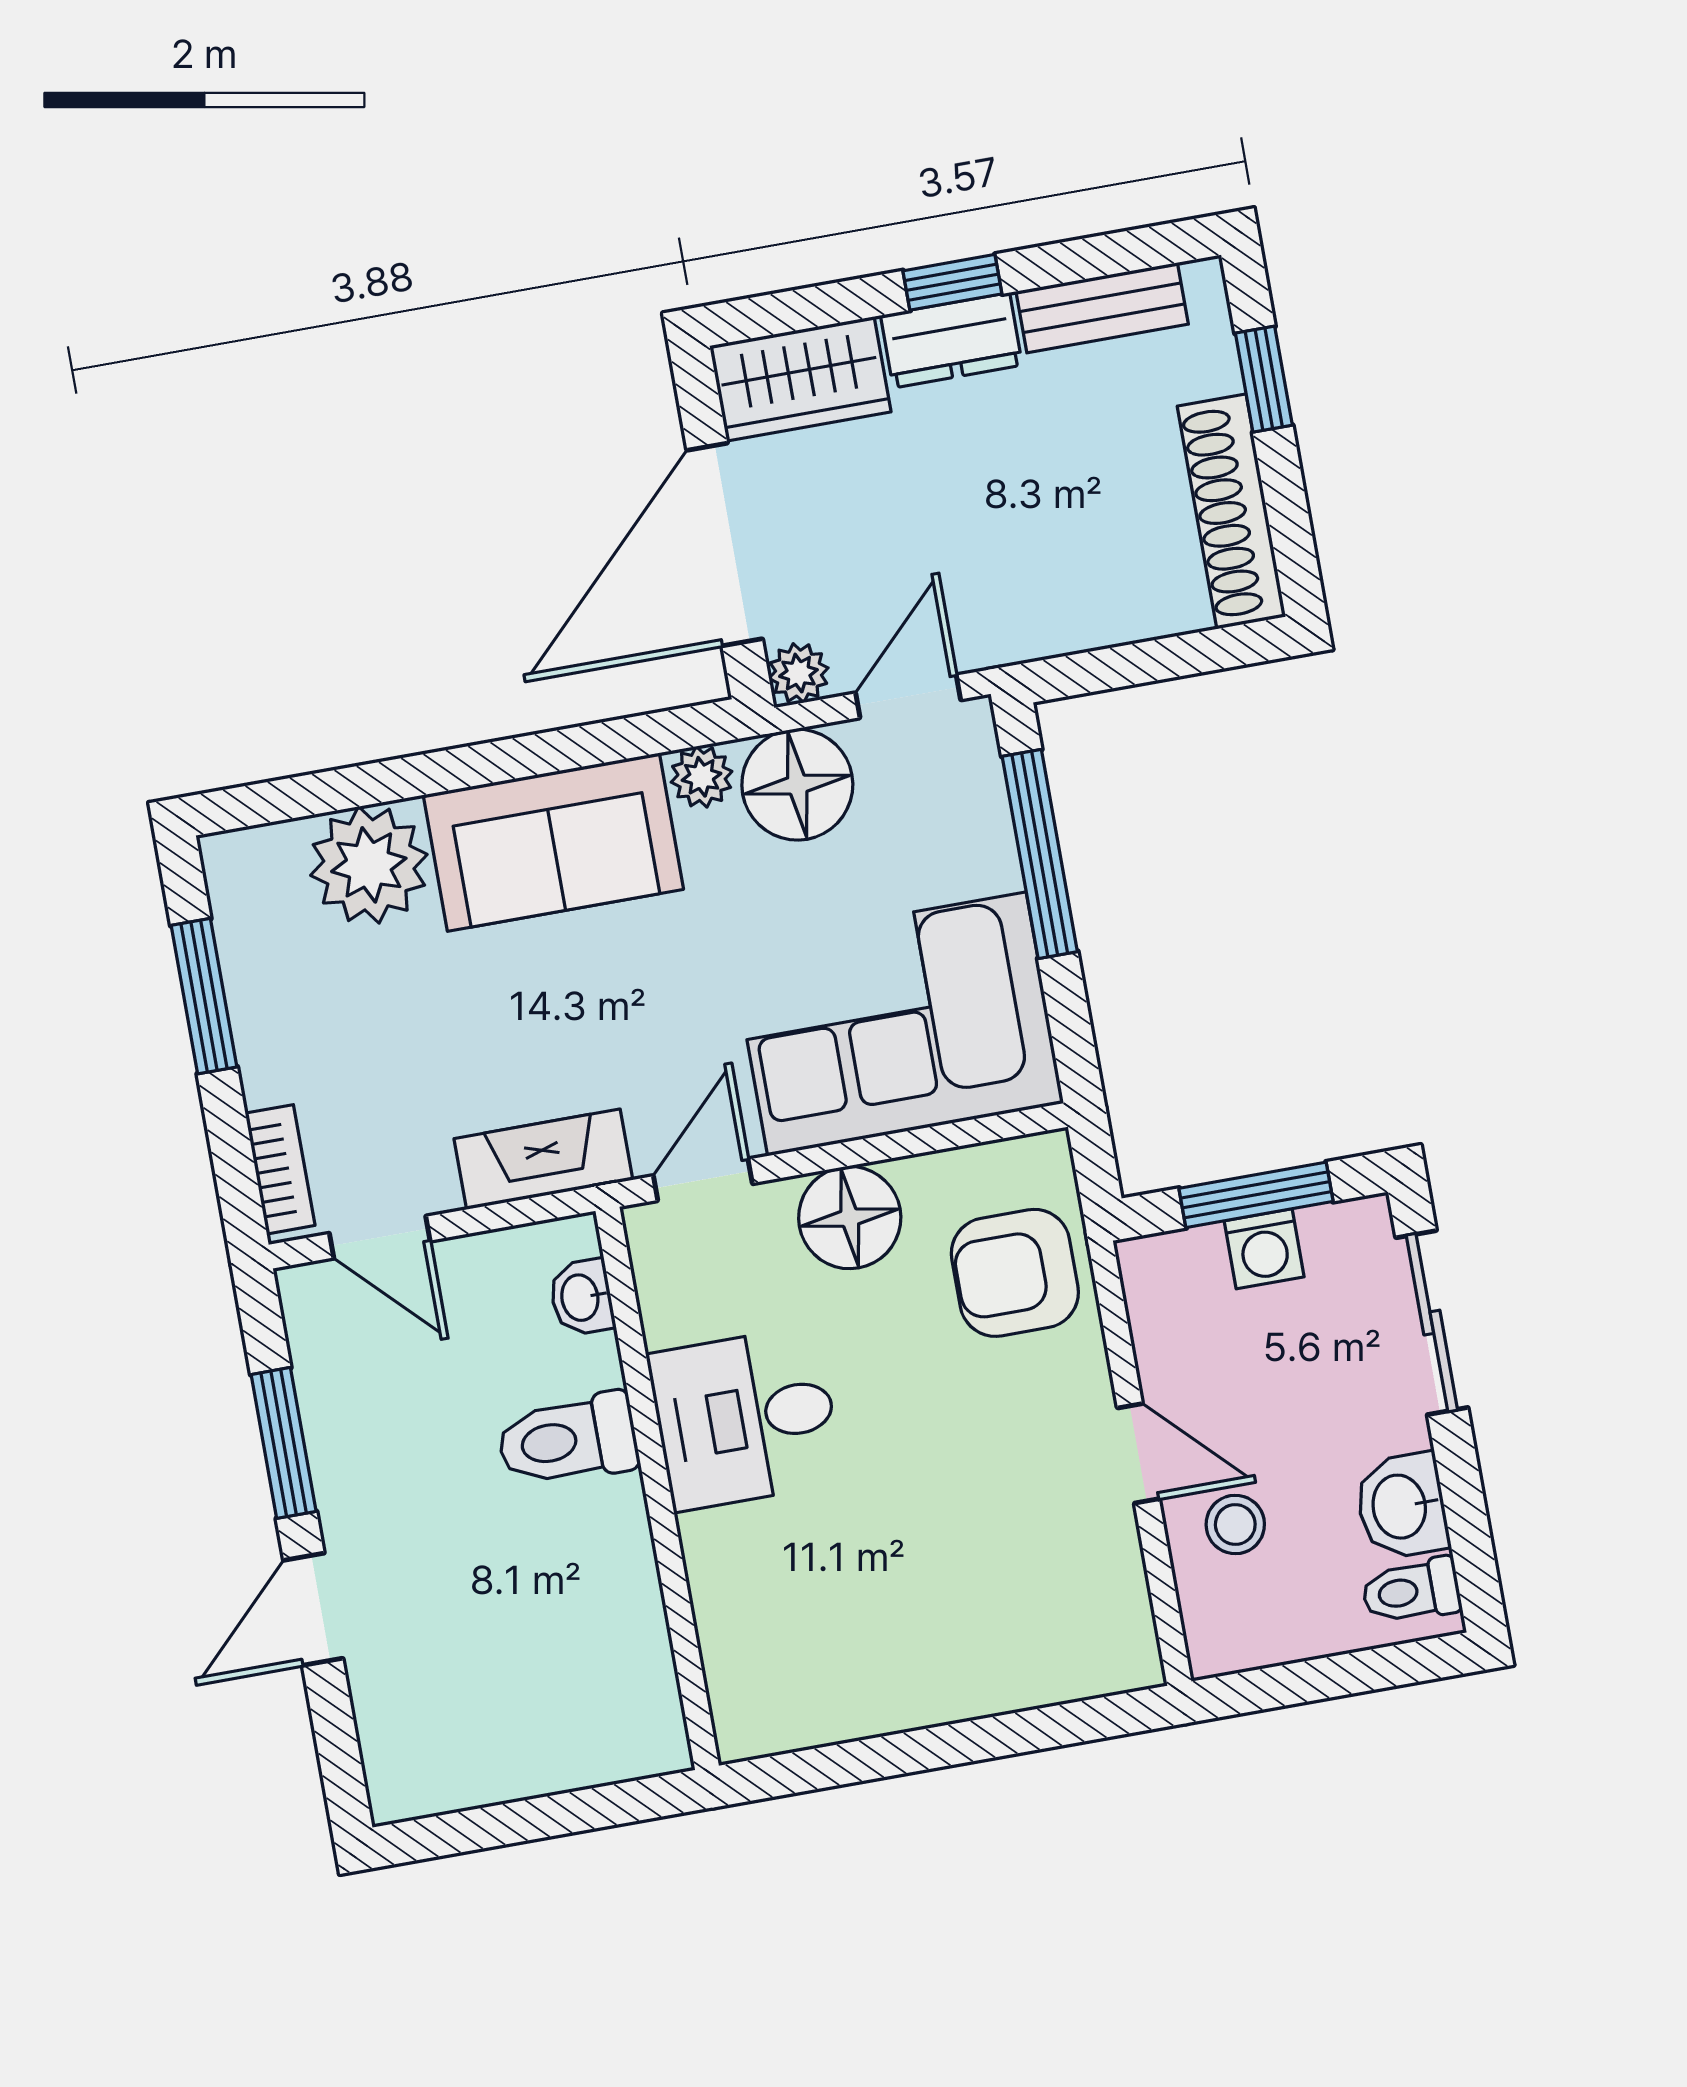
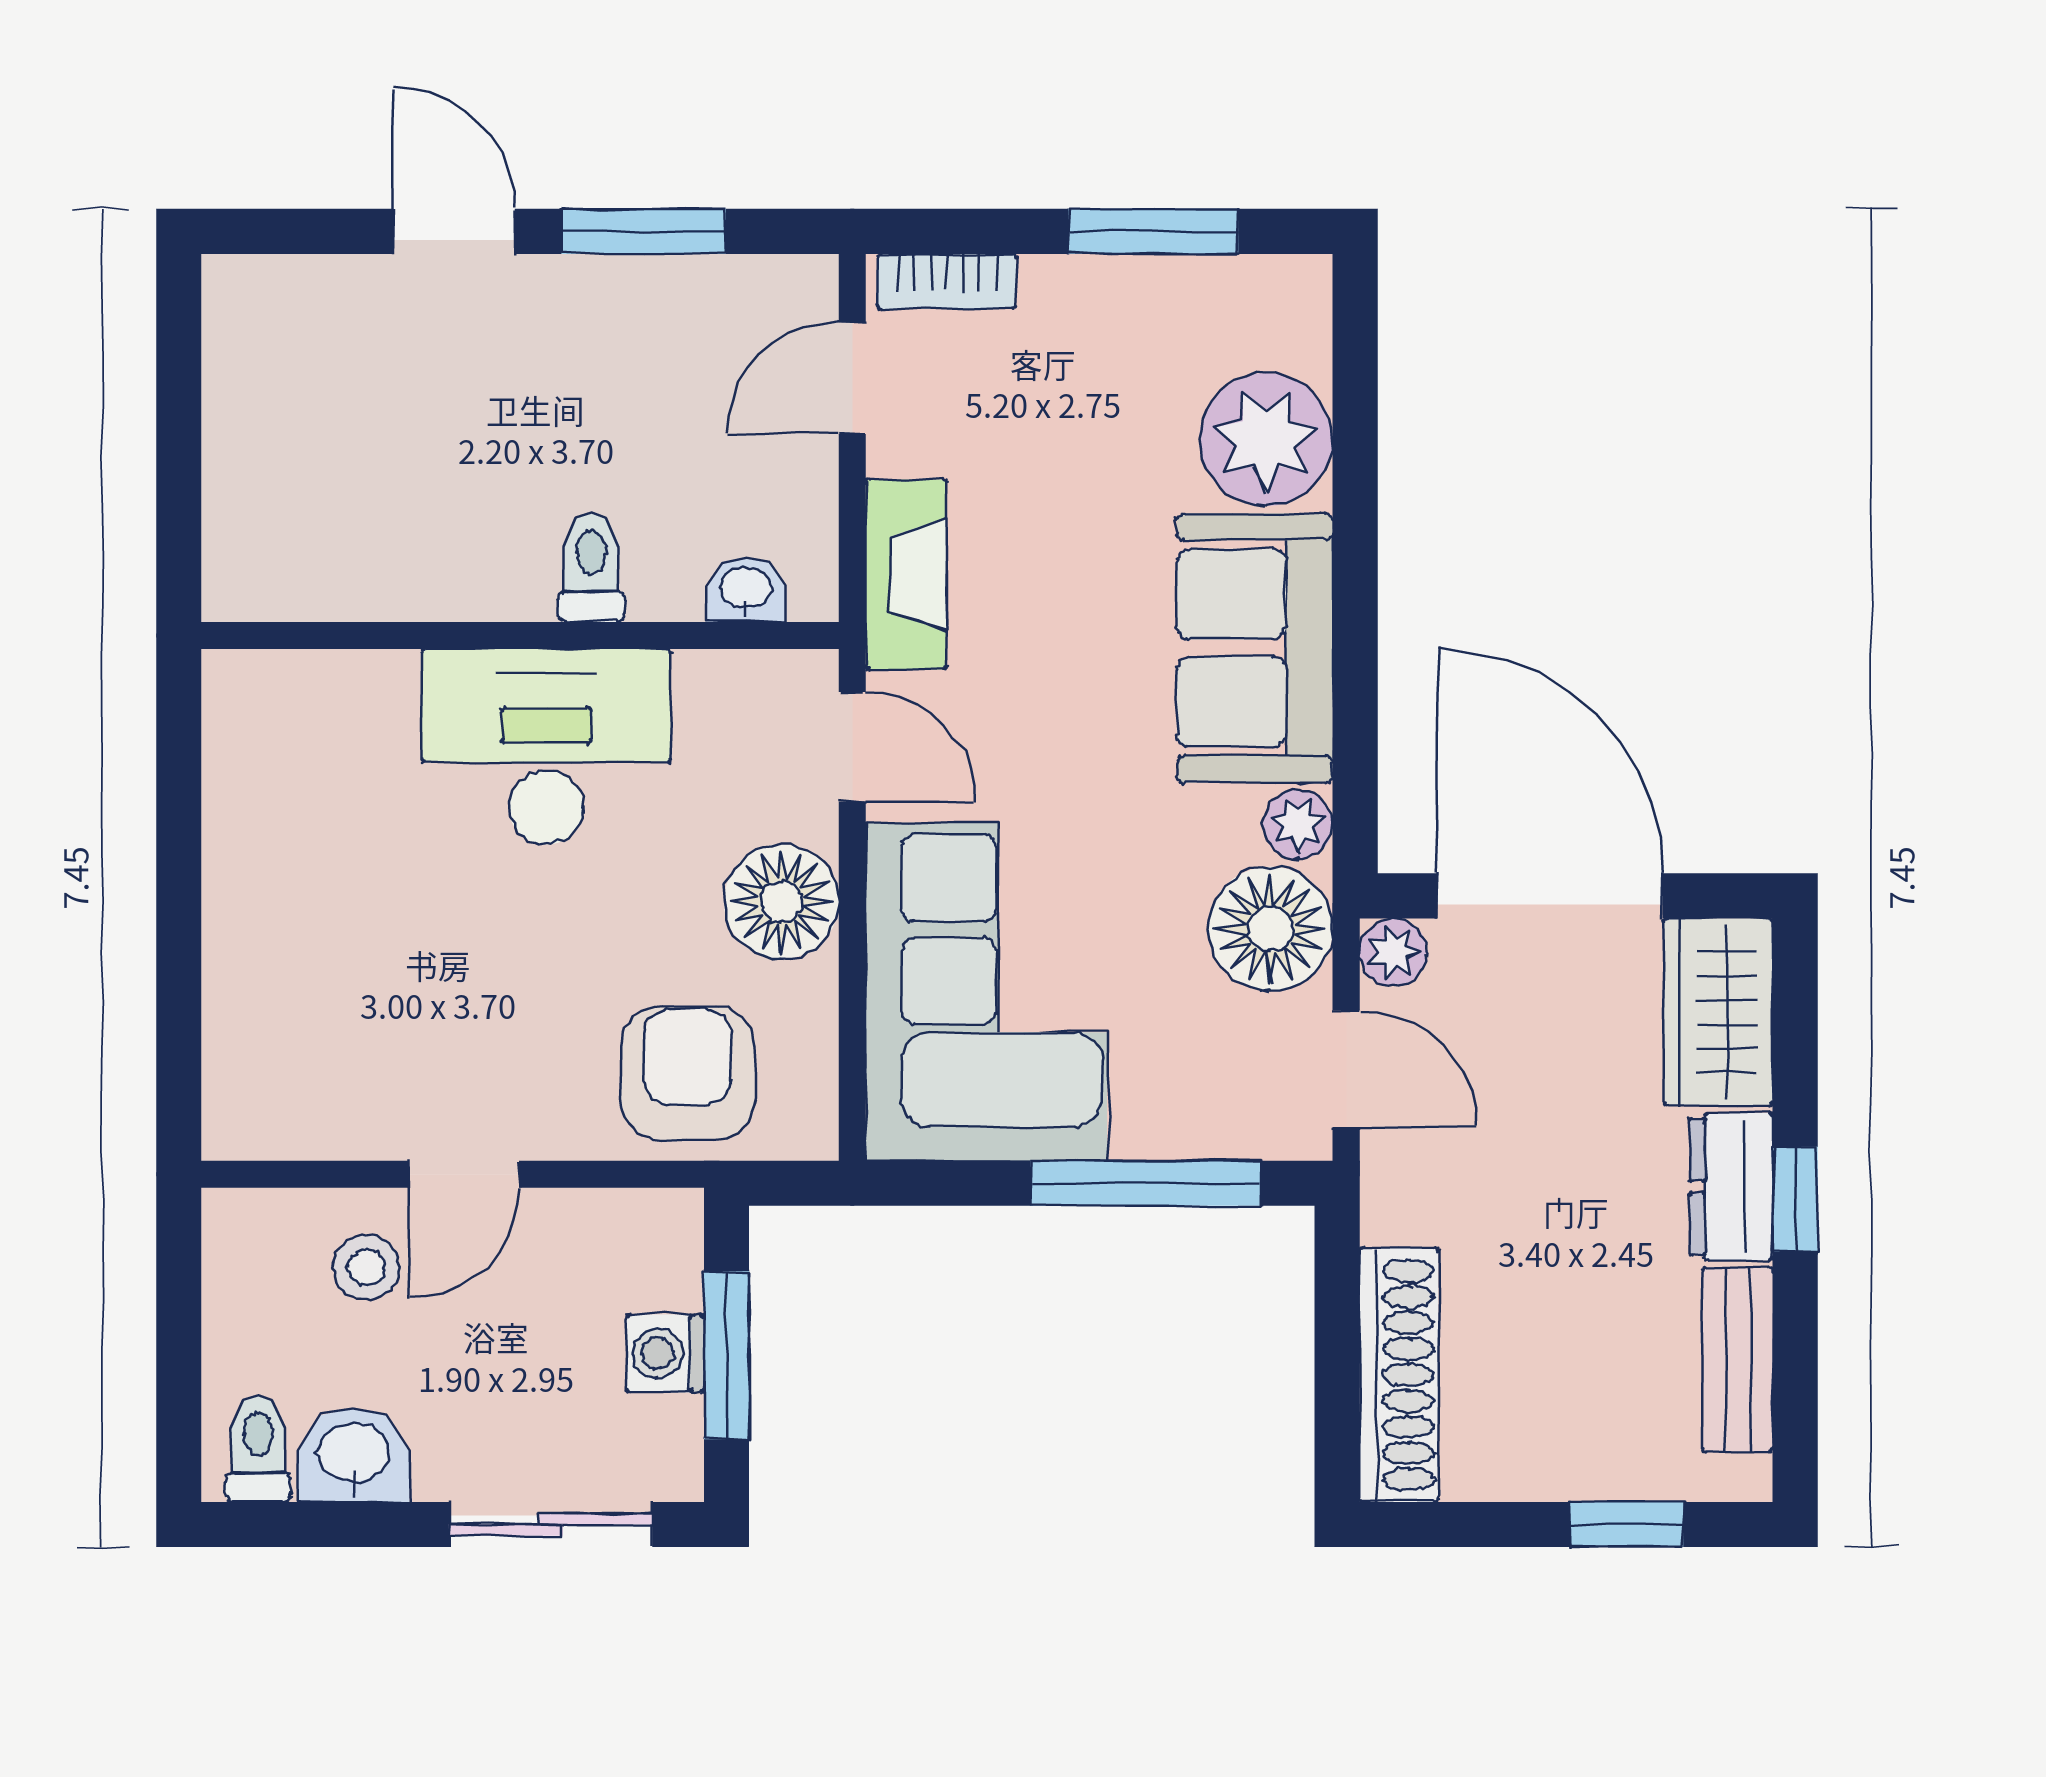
shoe rack: (1232, 511) -> (1399, 1375), moved, turned 90
desk: (745, 1418) -> (546, 747), width x1.37
toilet: (568, 1440) -> (591, 567), width x0.73, depth x0.72

